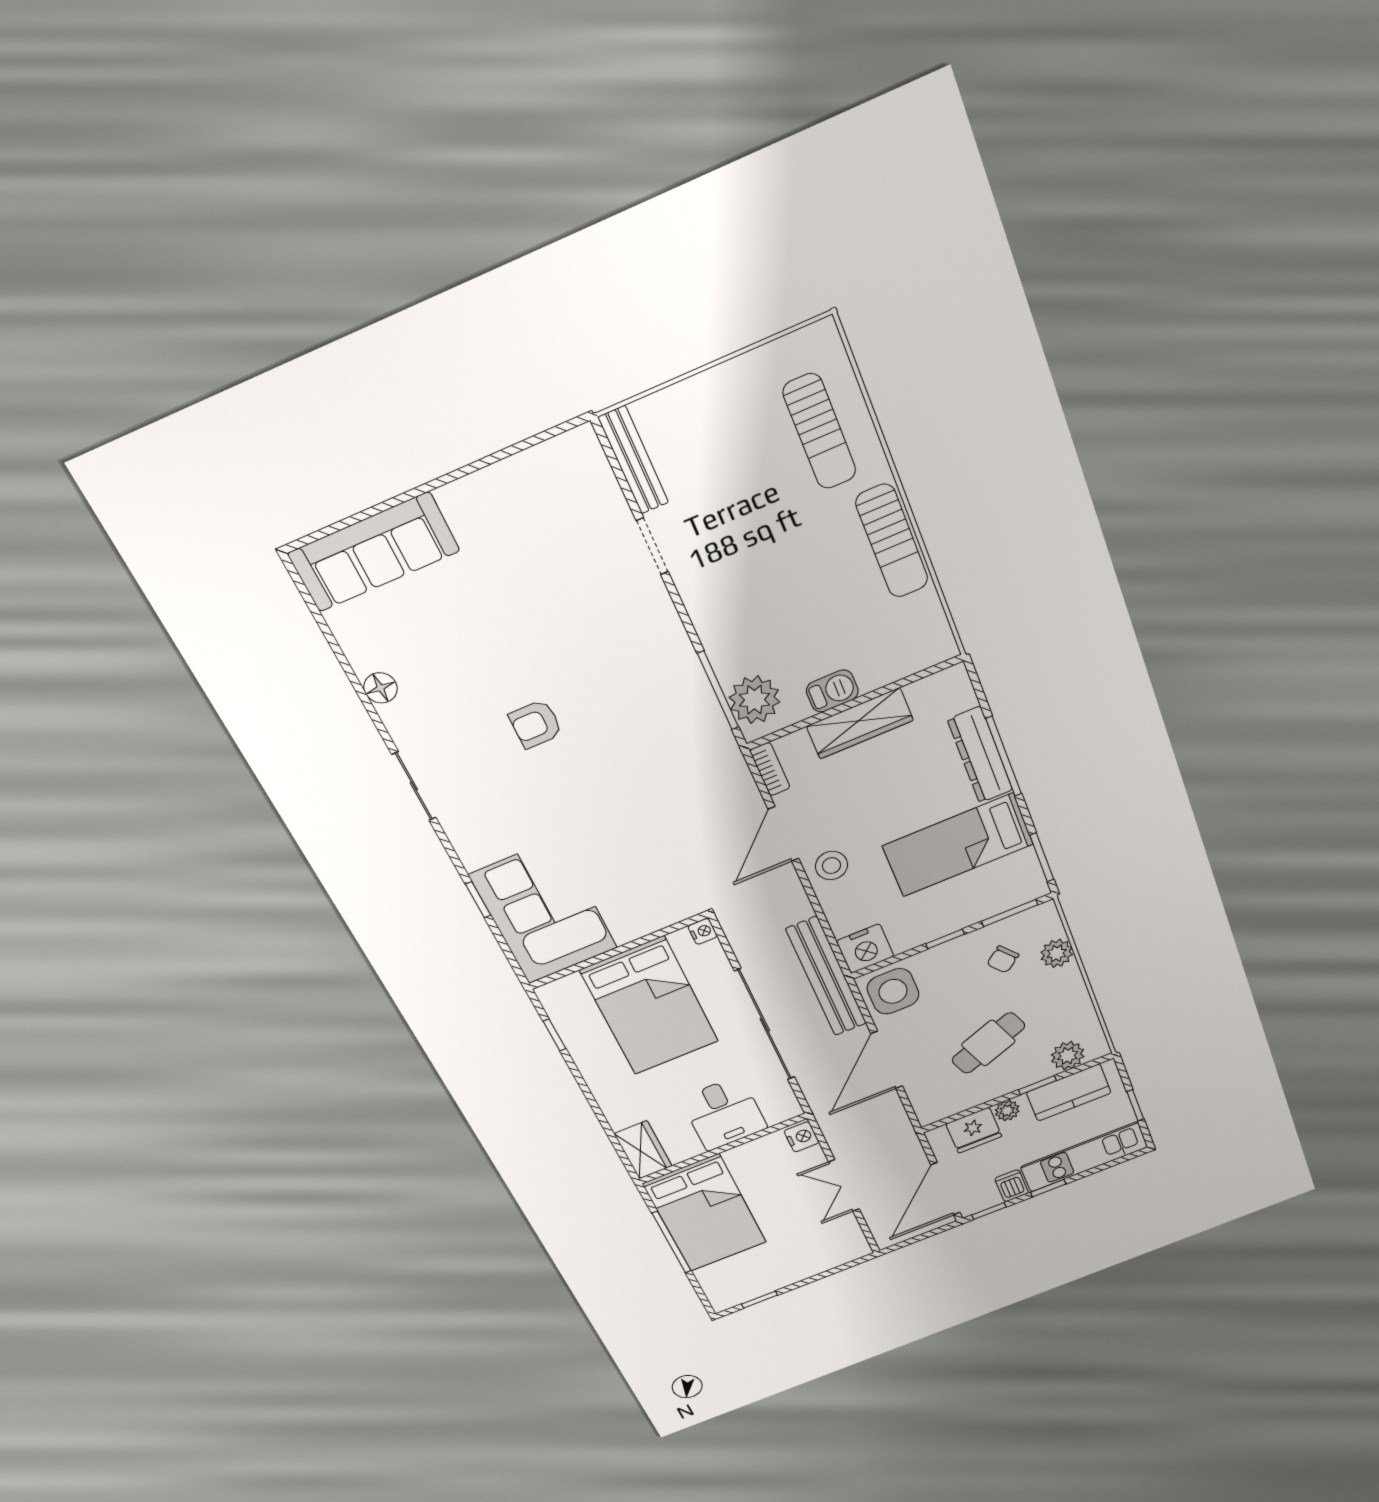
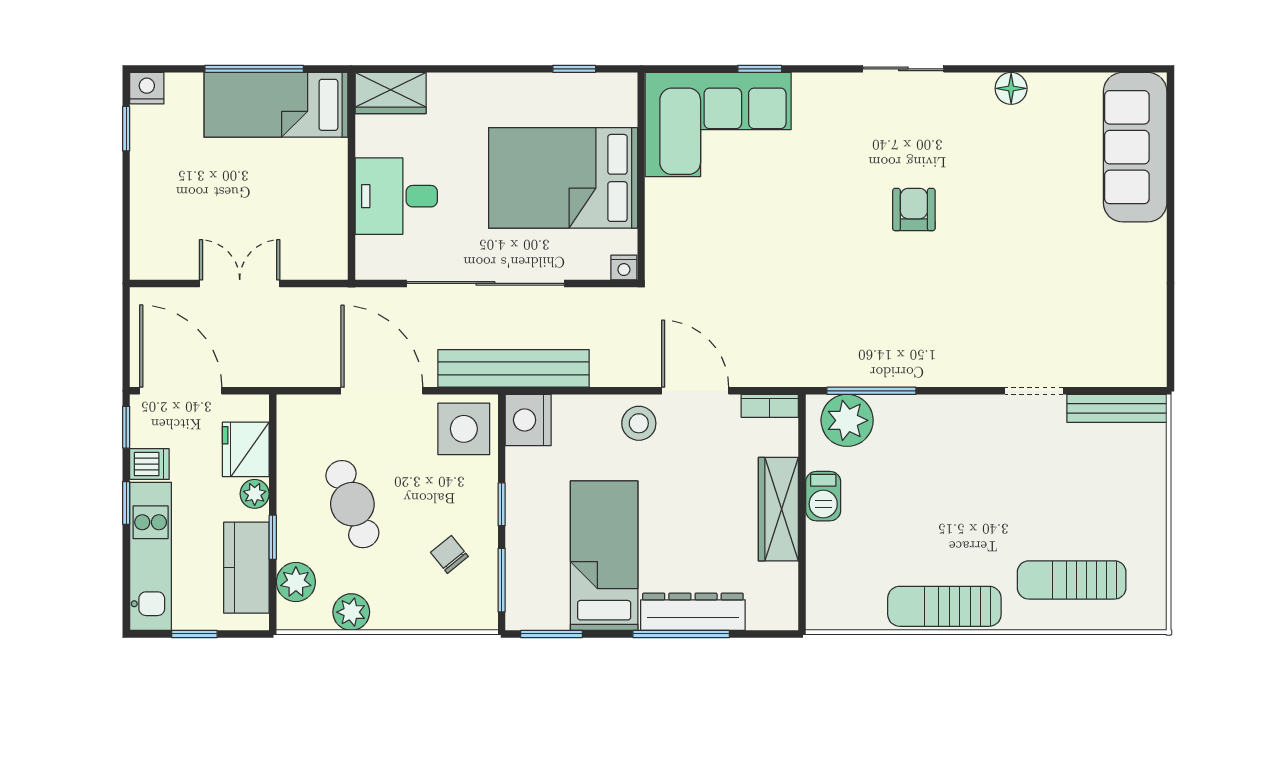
plant: (1057, 953) -> (351, 612), moved
nightstand: (802, 1137) -> (147, 88), moved, turned 180
bed: (705, 1213) -> (276, 105), width x0.67

